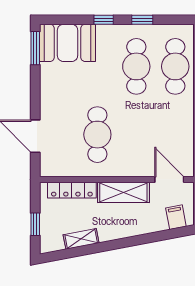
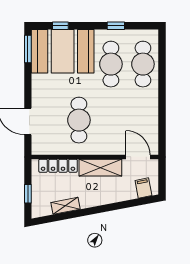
window: (104, 20) -> (60, 26), moved
booth: (68, 43) -> (63, 51), width x1.36, depth x1.42

